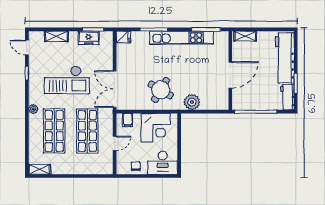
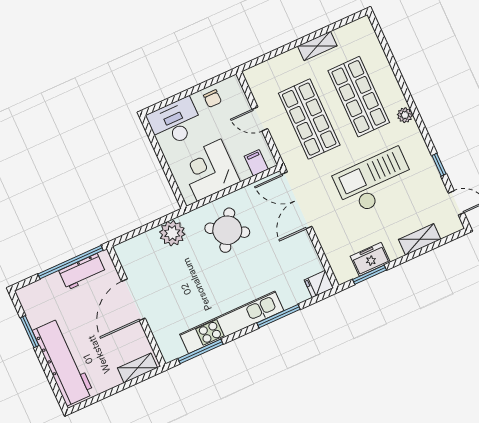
double door: (115, 89) -> (297, 200), swing flipped
workbench: (287, 97) -> (82, 272), moved, turned 90
door: (115, 143) -> (260, 119), hinge flipped
shelving: (40, 169) -> (317, 46), moved

